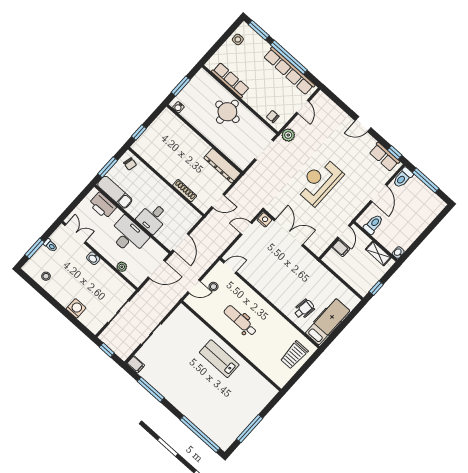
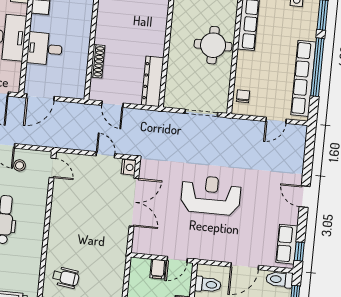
plant: (288, 135) -> (236, 127), removed

